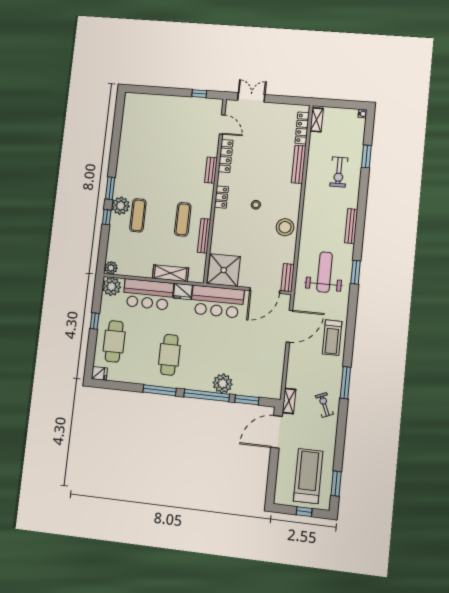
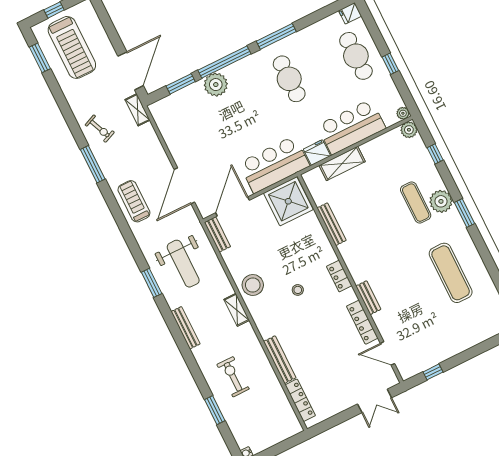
shelving: (317, 120) -> (237, 310), moved
window: (107, 217) -> (435, 154), moved
exercise mat: (183, 219) -> (451, 273), moved, width x1.36, depth x1.45
plant: (112, 287) -> (403, 113), width x0.53, depth x0.53

